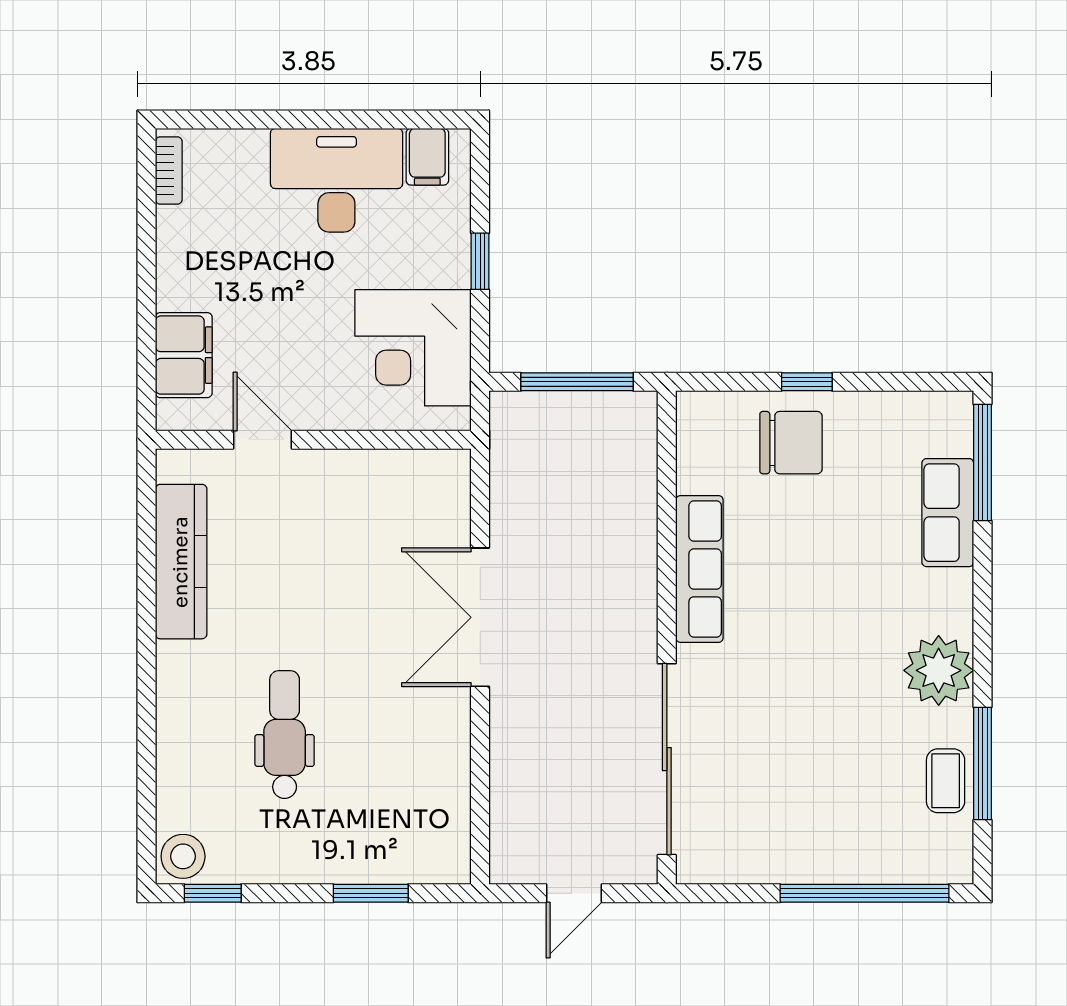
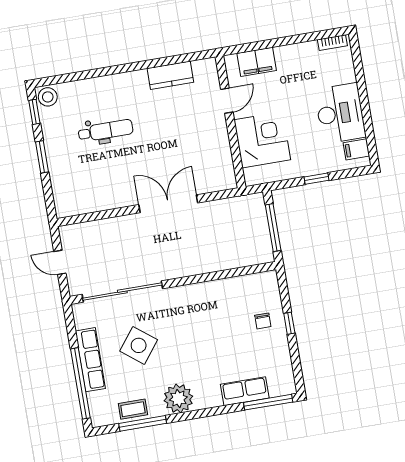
corner desk: (413, 348) -> (262, 140), moved, turned 90
chair: (791, 443) -> (263, 321), width x0.54, depth x0.54
kitchen counter: (181, 562) -> (170, 75), width x0.67
row of seats: (699, 569) -> (90, 360), moved, turned -90
side table: (799, 742) -> (139, 345), added
window: (371, 893) -> (42, 157), moved

